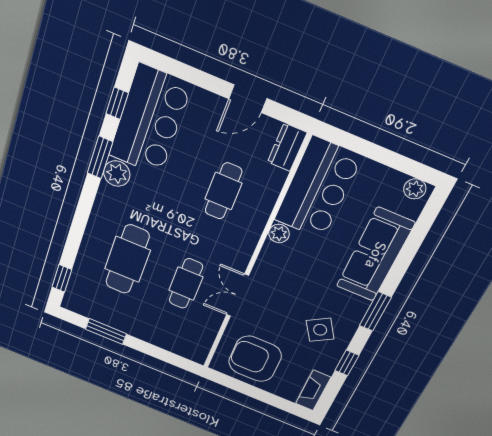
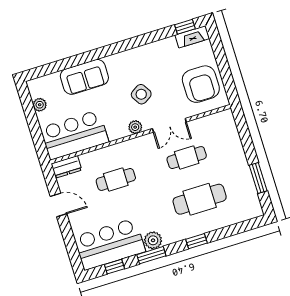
plant: (415, 189) -> (40, 105), moved
plant: (279, 233) -> (135, 127), moved
sofa: (375, 255) -> (84, 77), width x0.73
window: (62, 278) -> (197, 241), moved
window: (375, 311) -> (115, 48), removed
side table: (320, 330) -> (141, 94), moved
window: (347, 363) -> (185, 27), moved

